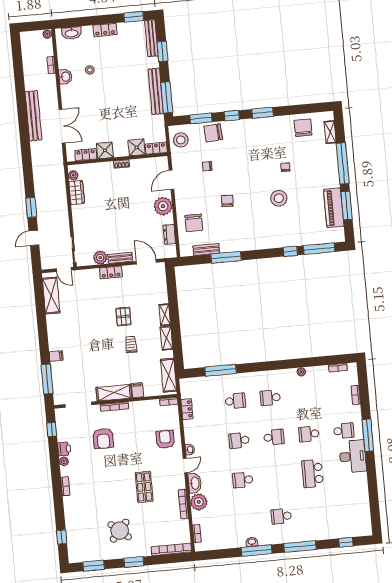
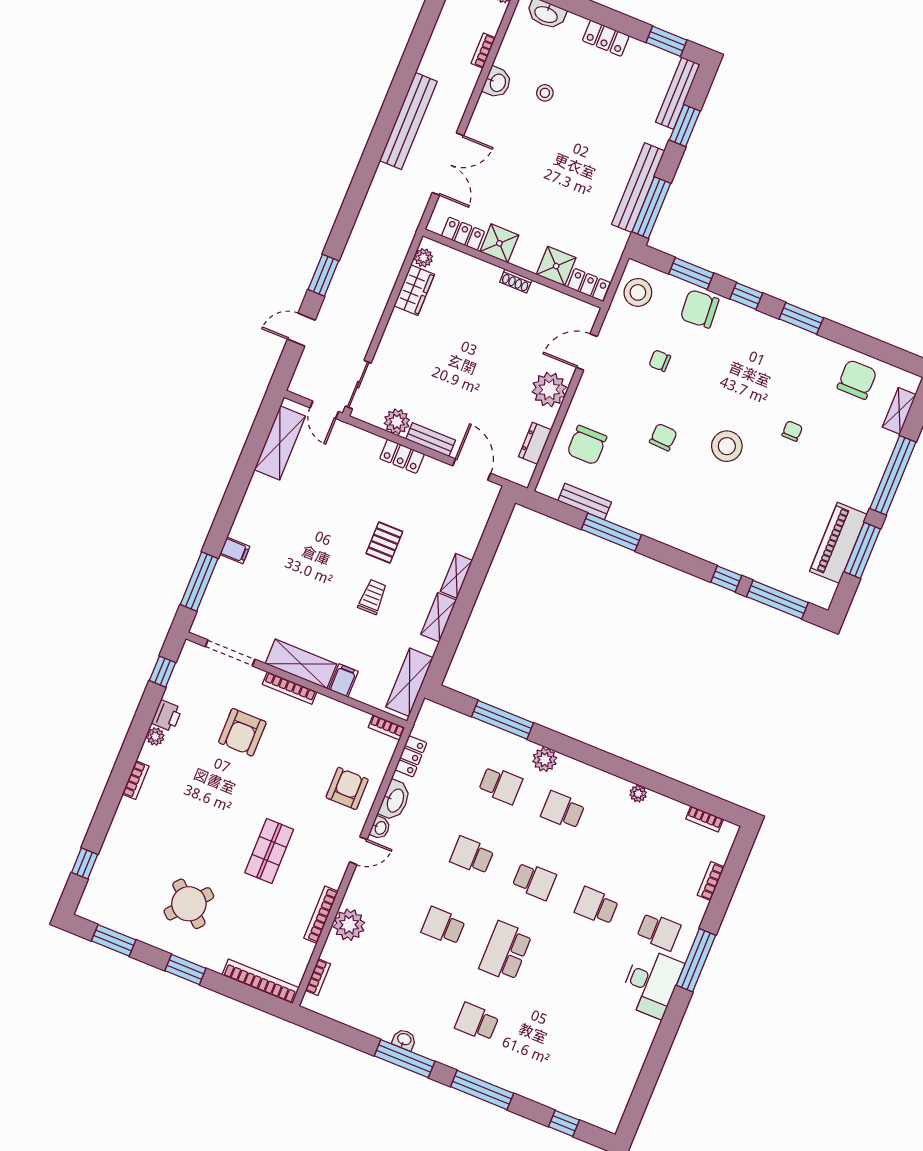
stool: (279, 198) -> (727, 446), moved
plant: (250, 379) -> (545, 760), added
school desk: (312, 473) -> (506, 951), moved
washbasin: (195, 483) -> (395, 800), moved

